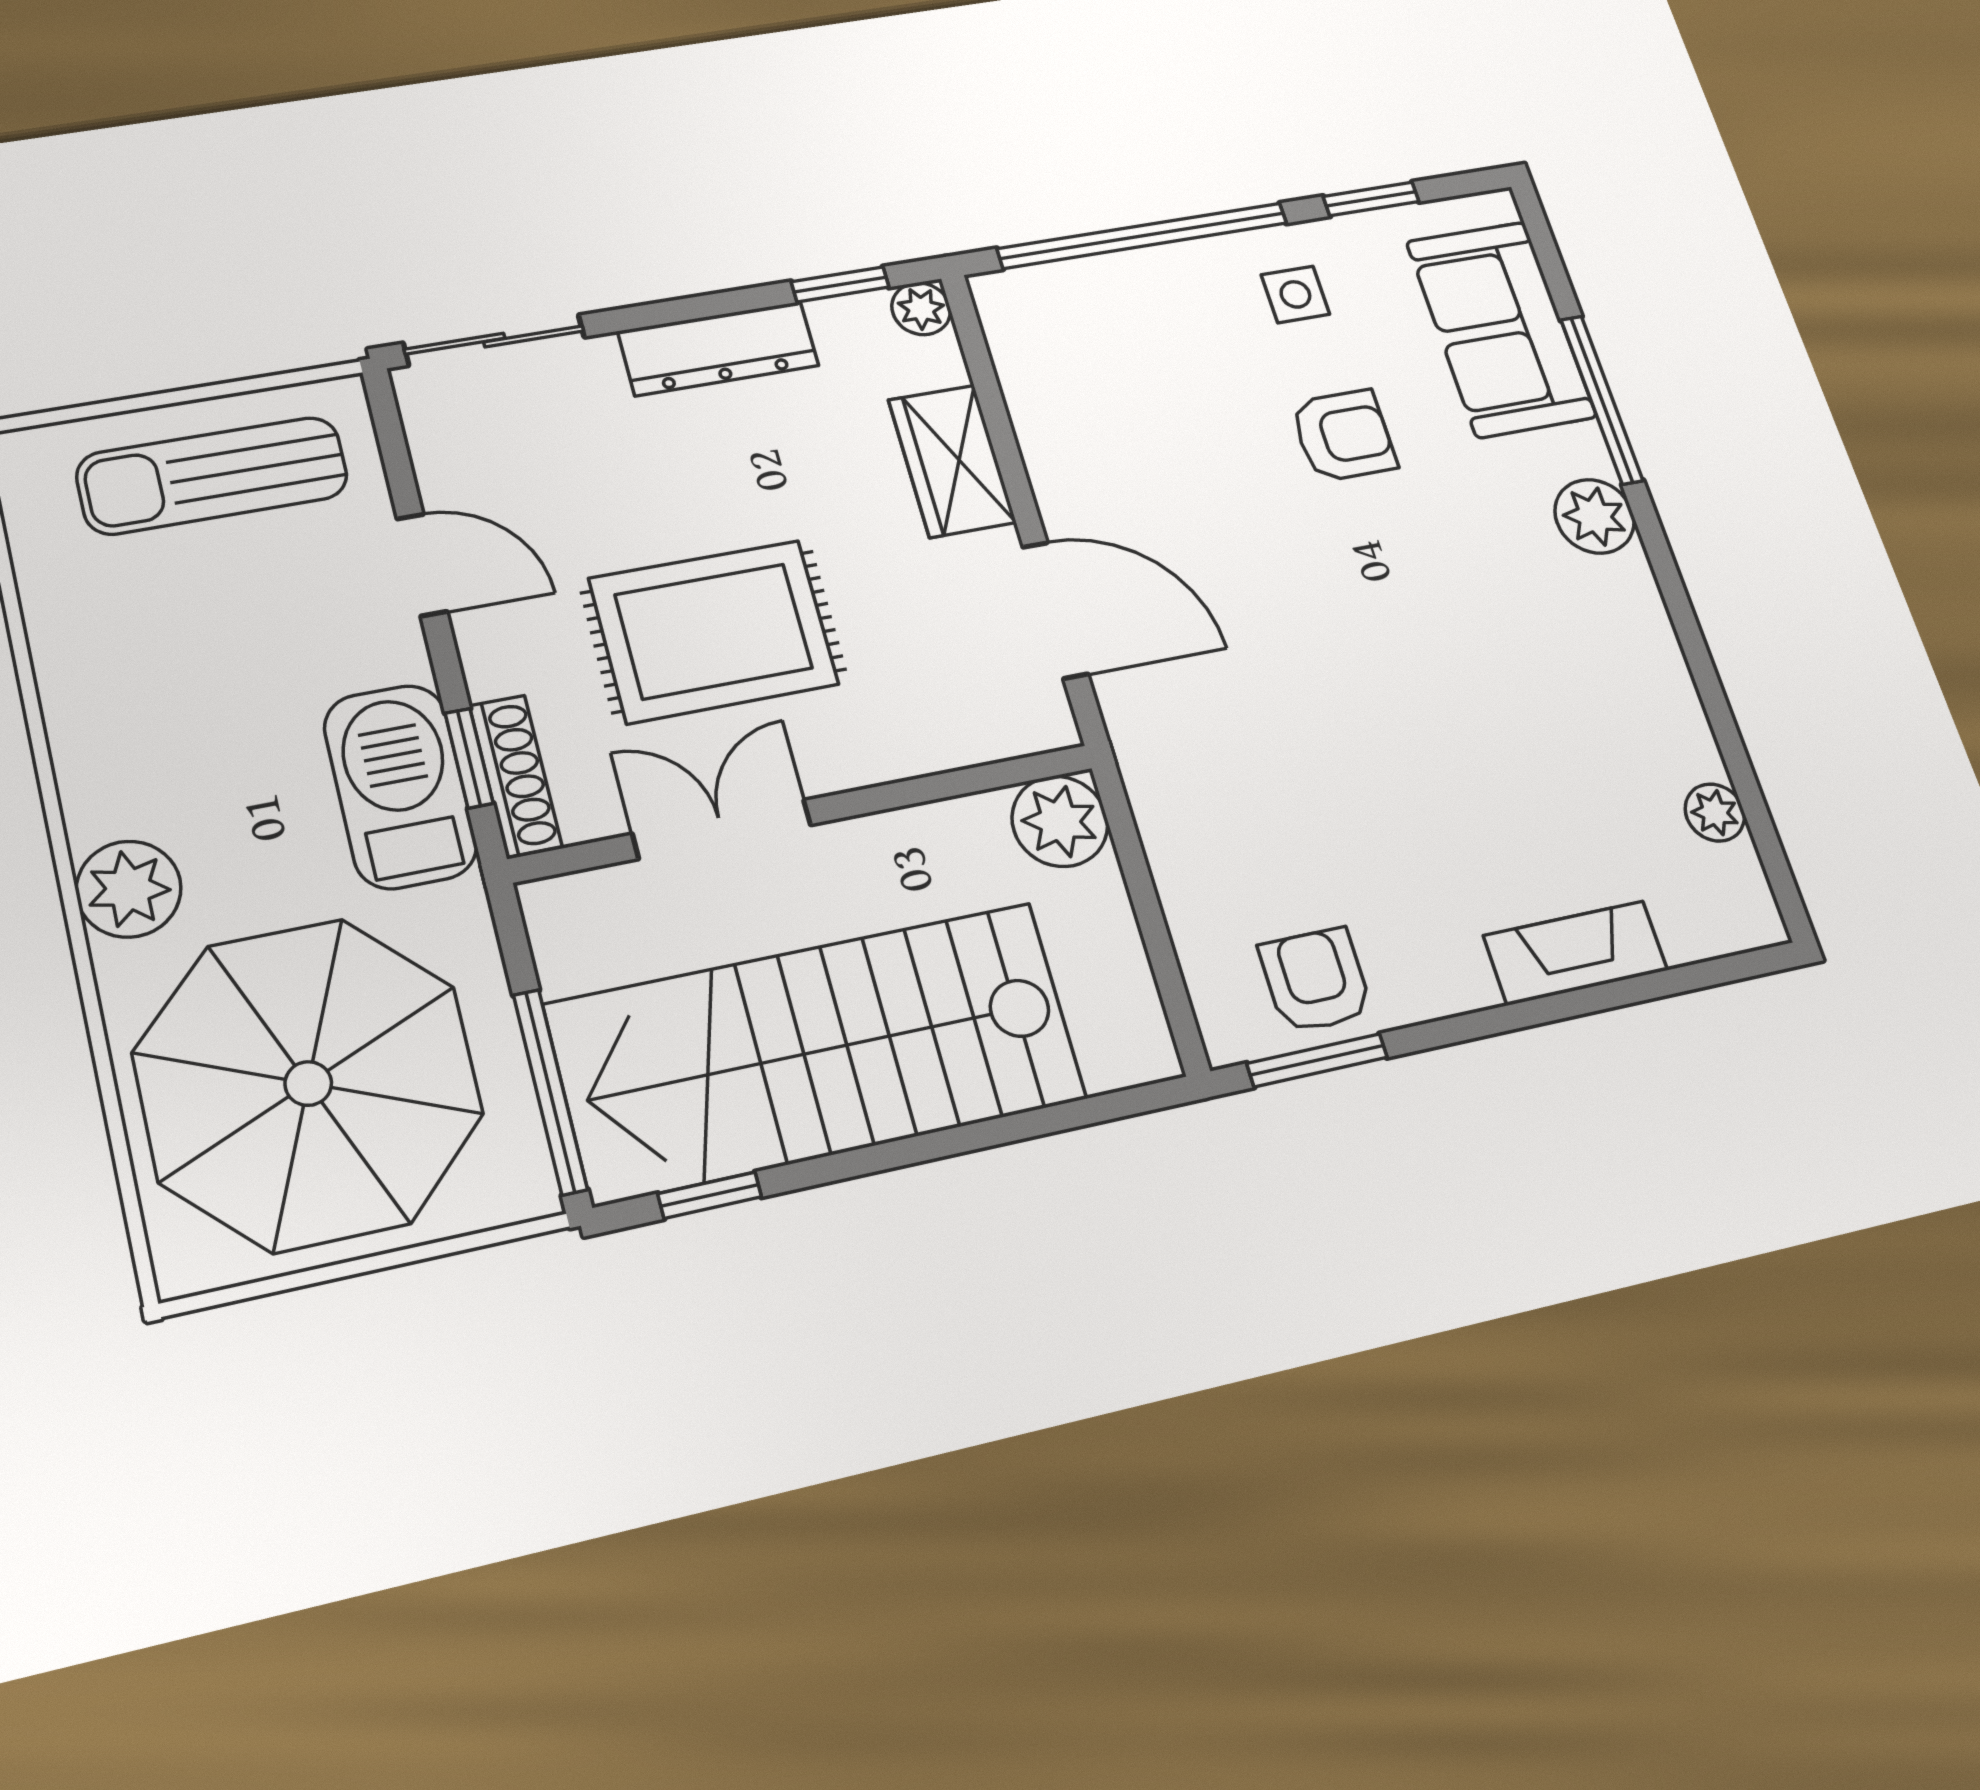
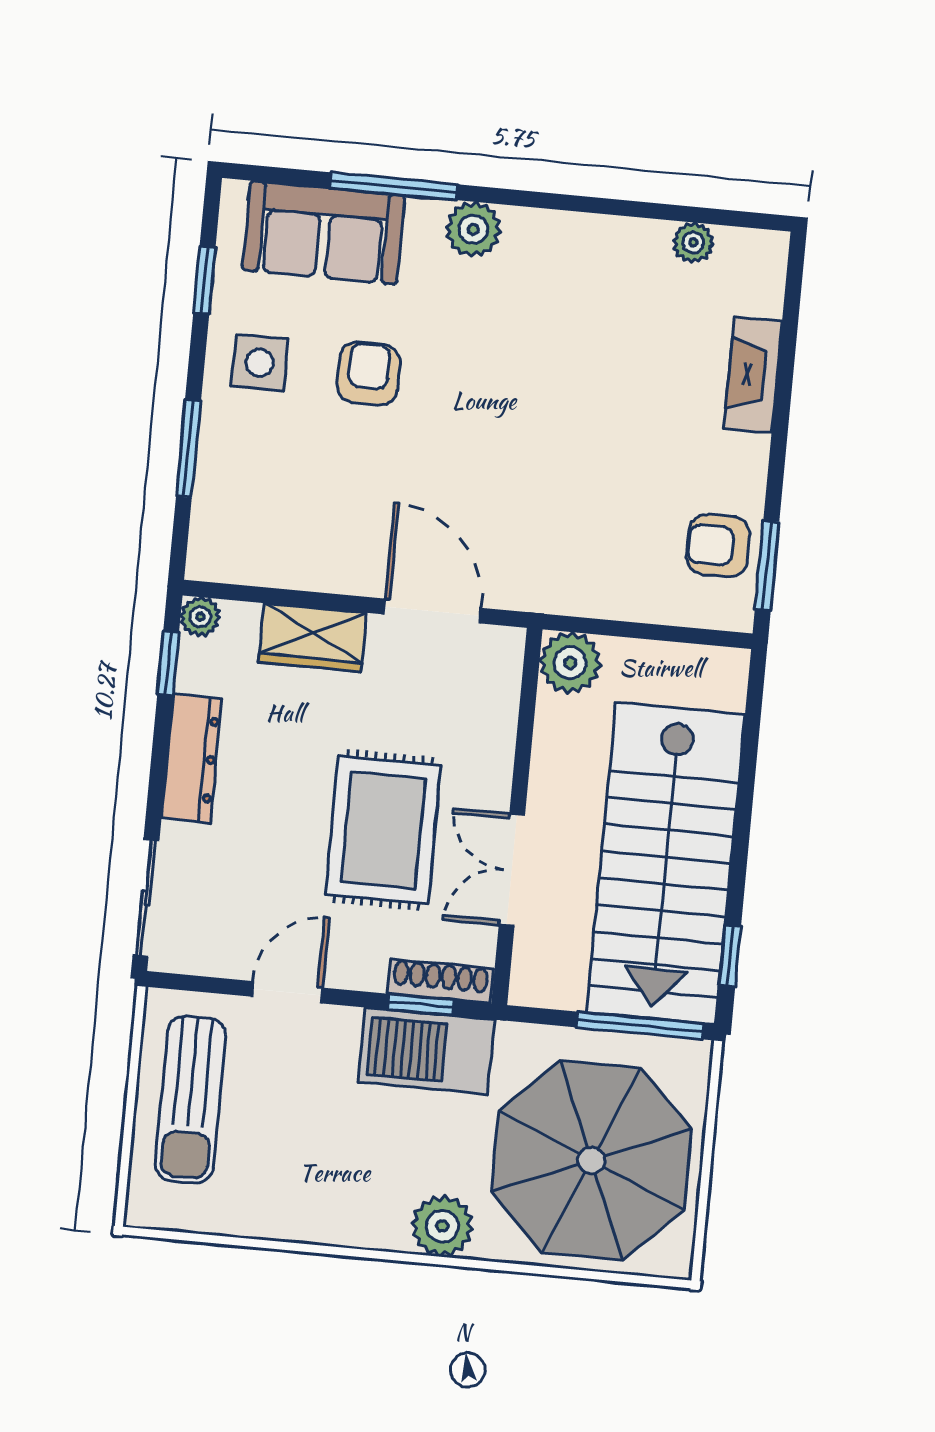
window: (1143, 236) -> (188, 448), width x0.47
side table: (1295, 294) -> (260, 363), width x1.37, depth x1.37
door: (1055, 610) -> (432, 611), hinge flipped

